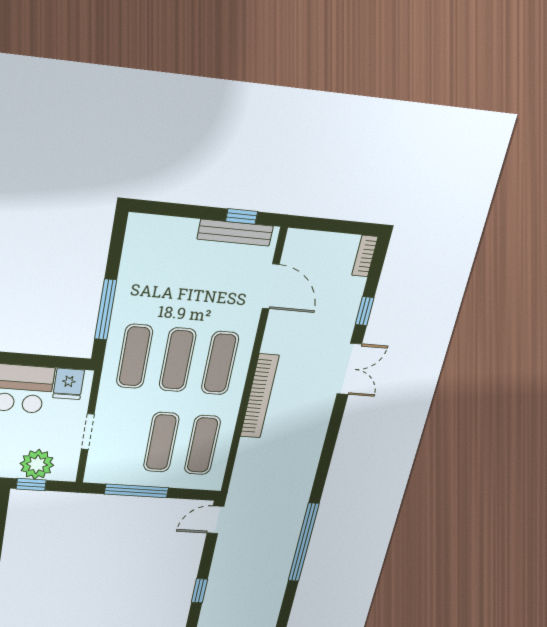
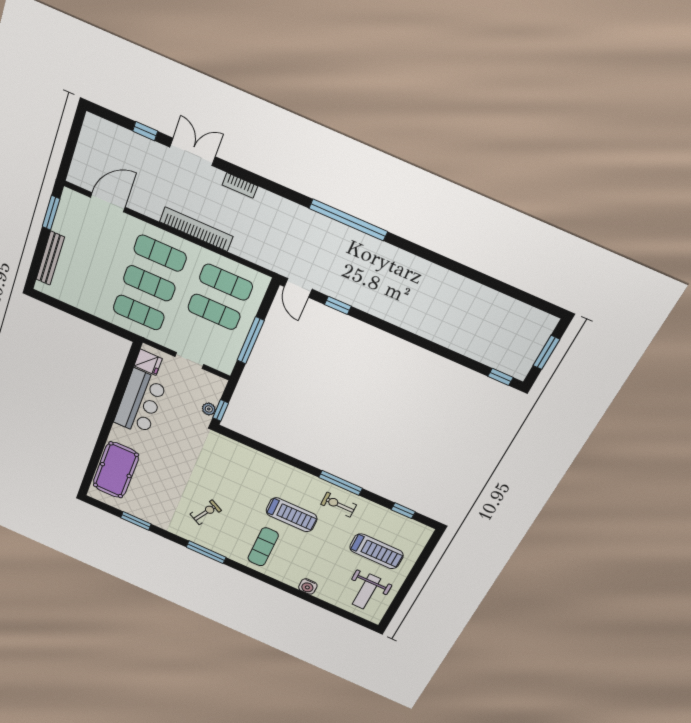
window: (242, 216) -> (51, 213), width x1.50
bench: (235, 233) -> (50, 258), moved
bookcase: (365, 256) -> (240, 186), moved
window: (106, 310) -> (99, 322), removed
plant: (37, 464) -> (209, 409), width x0.53, depth x0.53
window: (199, 591) -> (338, 305), moved

